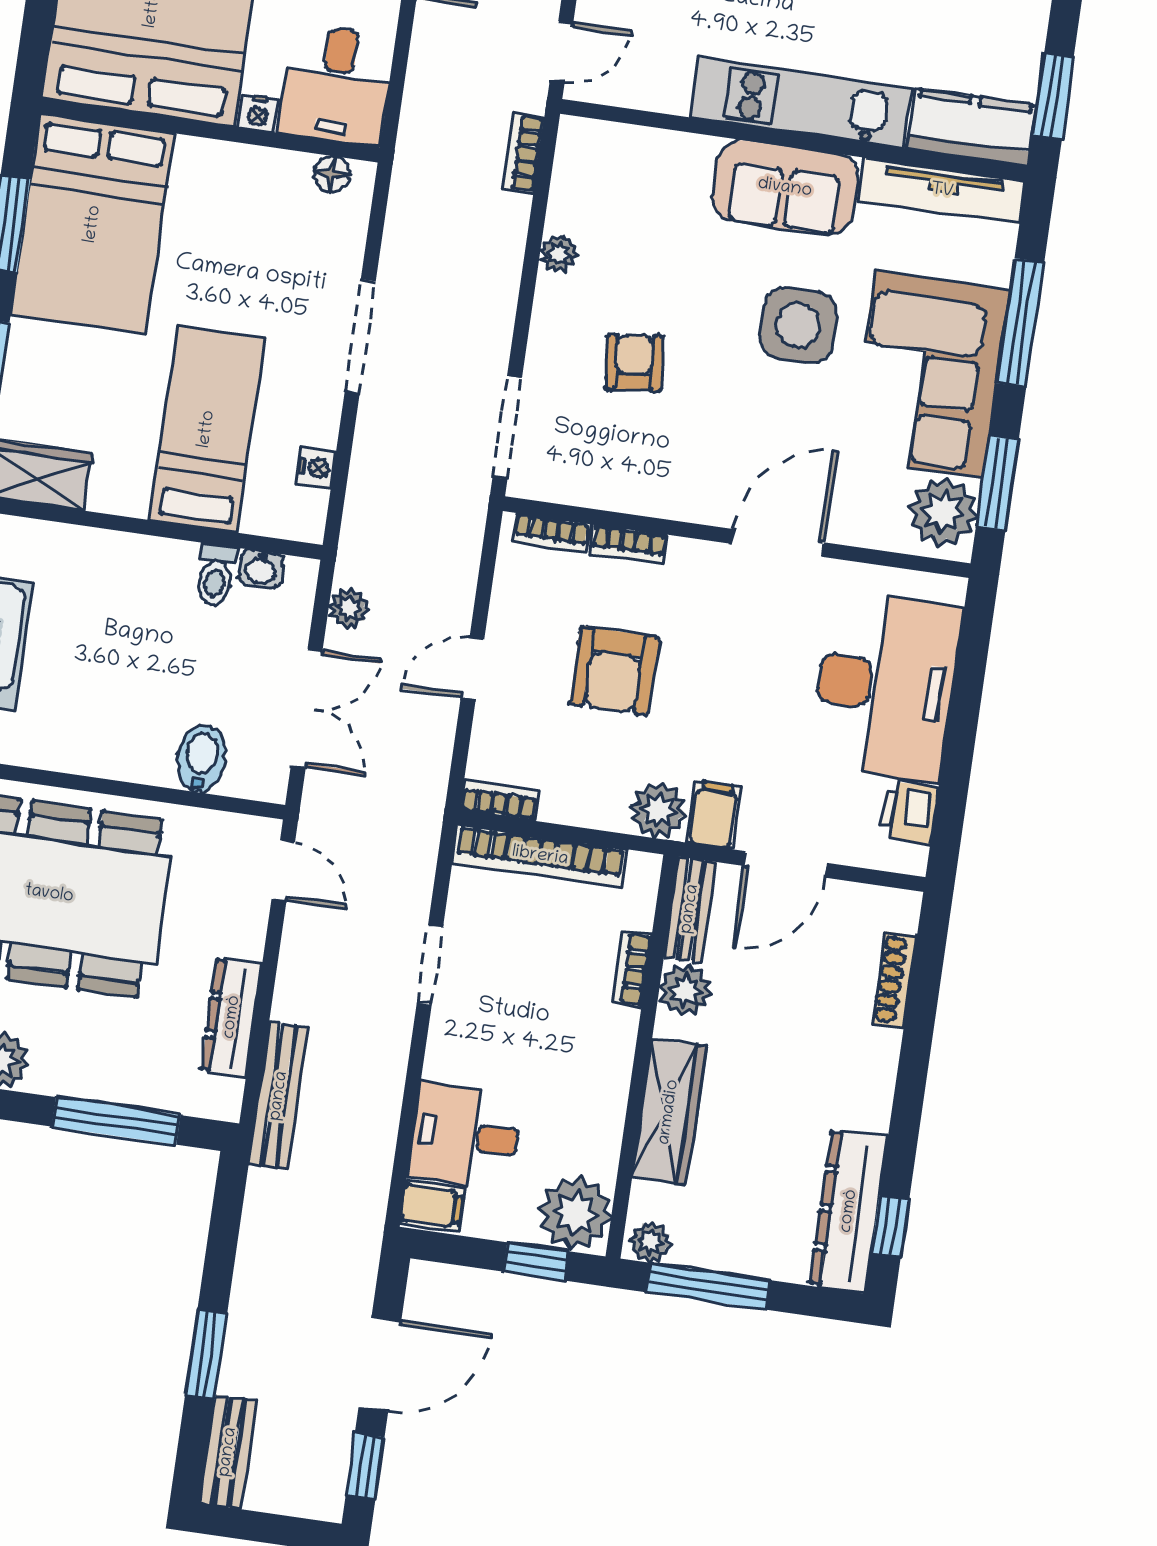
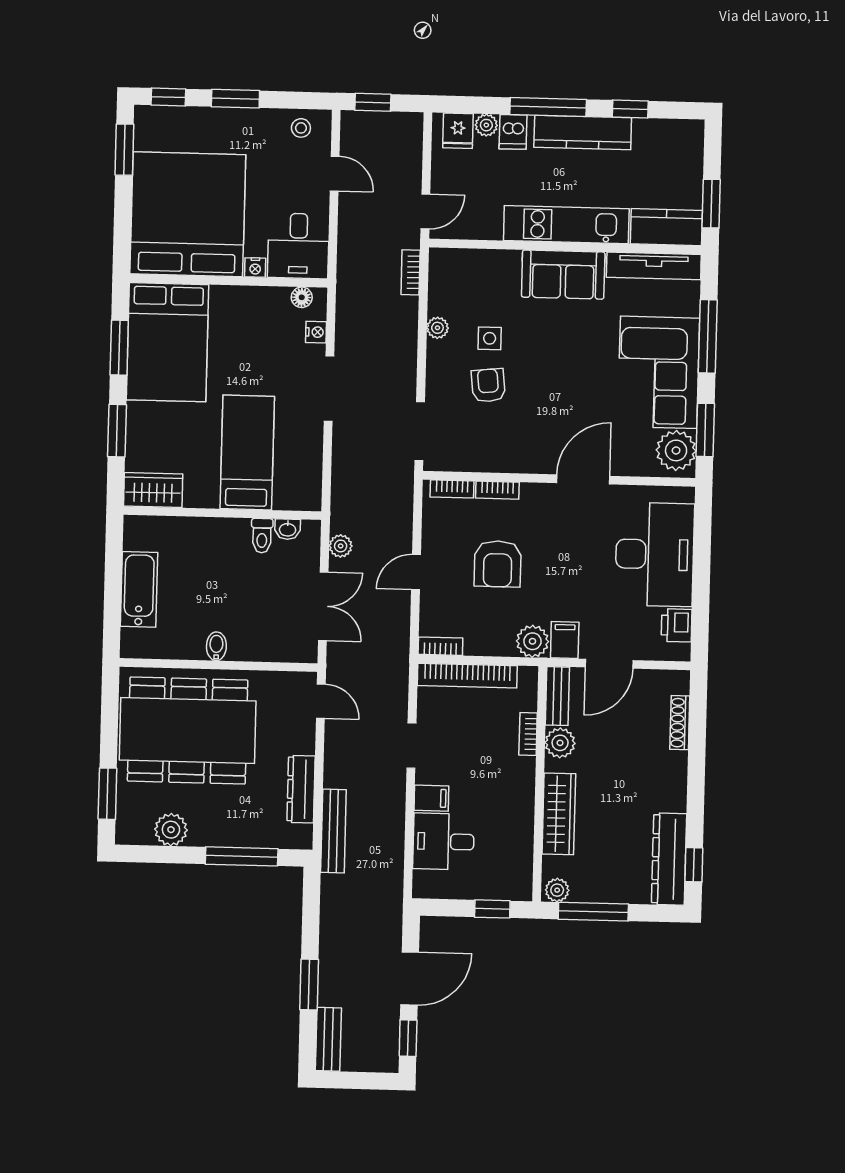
side table: (798, 325) -> (490, 338), moved, width x0.54, depth x0.54
nightstand: (316, 468) -> (316, 332), moved
bidet: (201, 759) -> (216, 646), moved, width x0.72, depth x0.74
filing cabinet: (432, 1206) -> (431, 798), moved
plant: (575, 1213) -> (512, 879), removed

